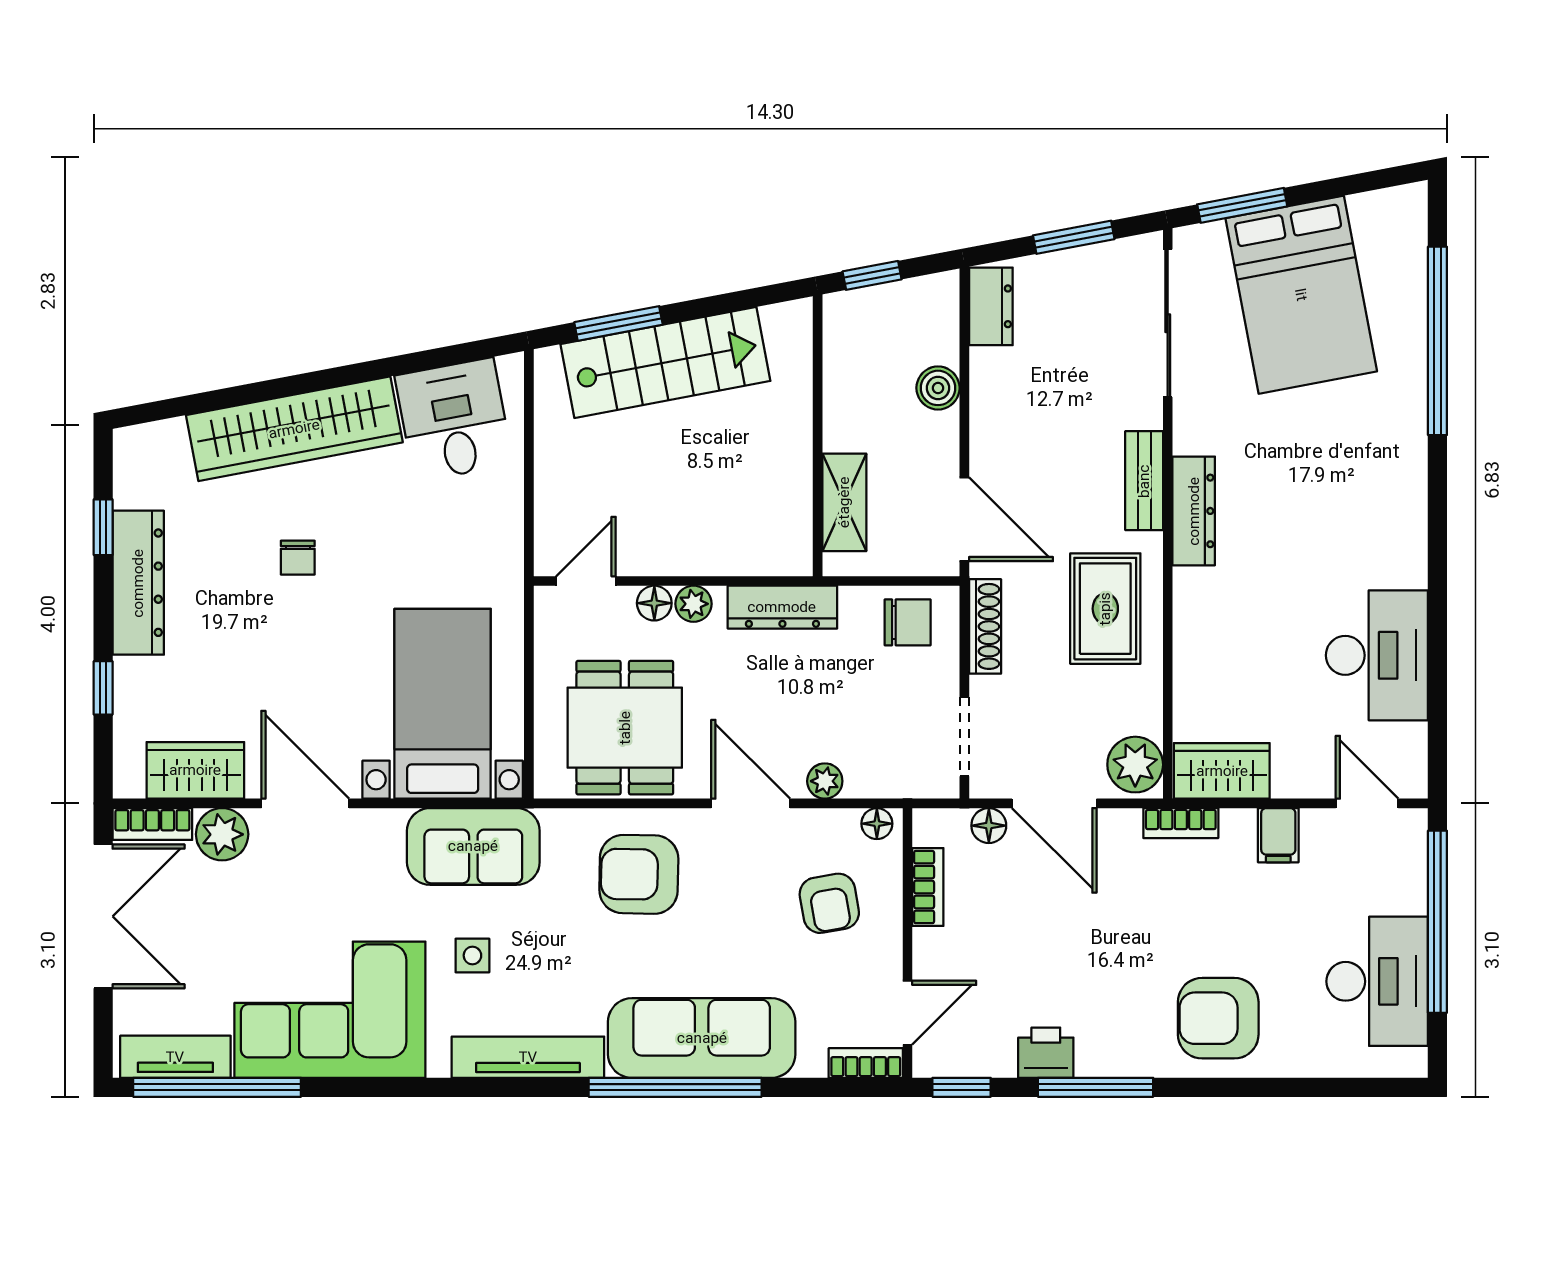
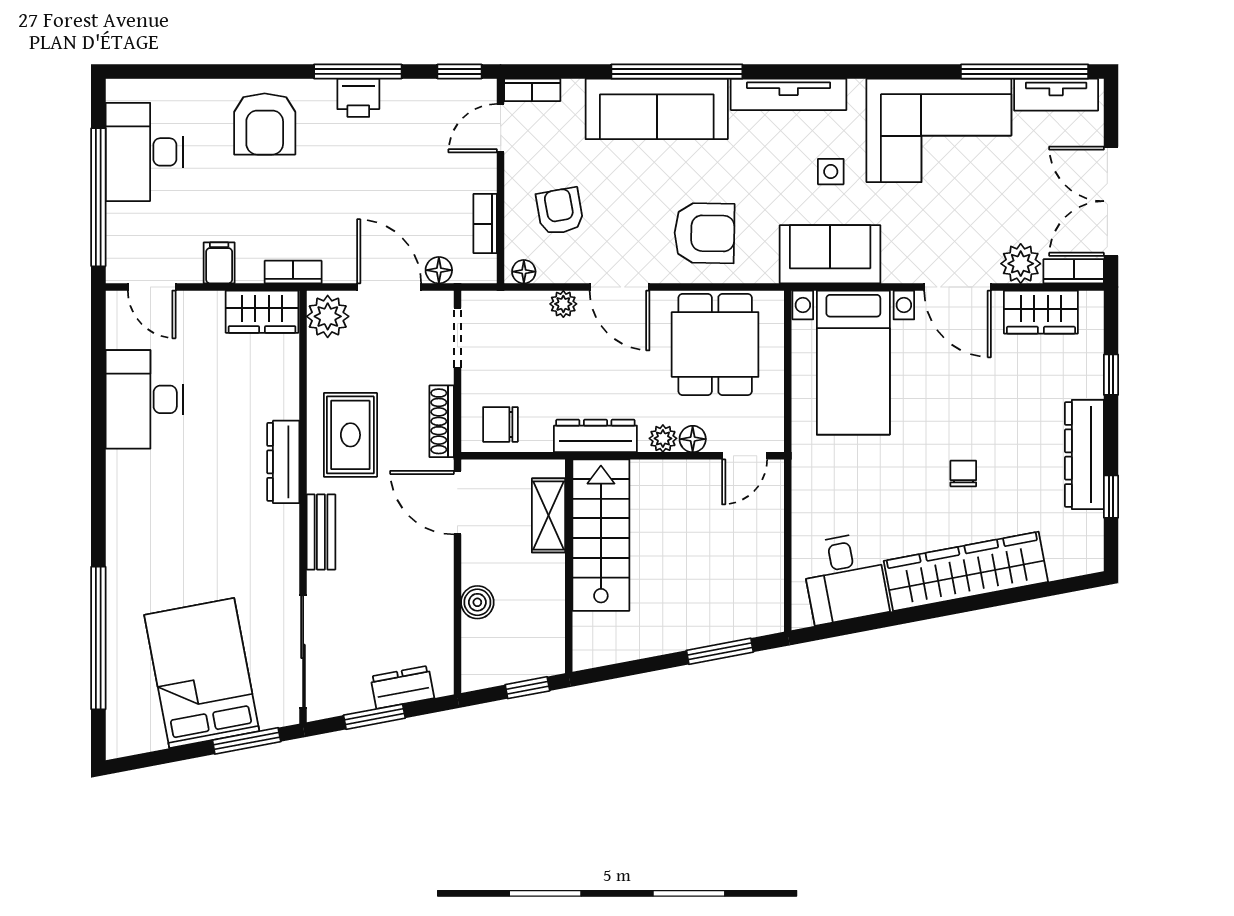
dresser: (991, 306) -> (402, 687), moved, turned 79
stairs: (665, 363) -> (601, 535), moved, turned 101
dresser: (1194, 511) -> (283, 462), moved
armchair: (1218, 1018) -> (265, 124), turned 90
printer: (1046, 1053) -> (358, 98), moved

